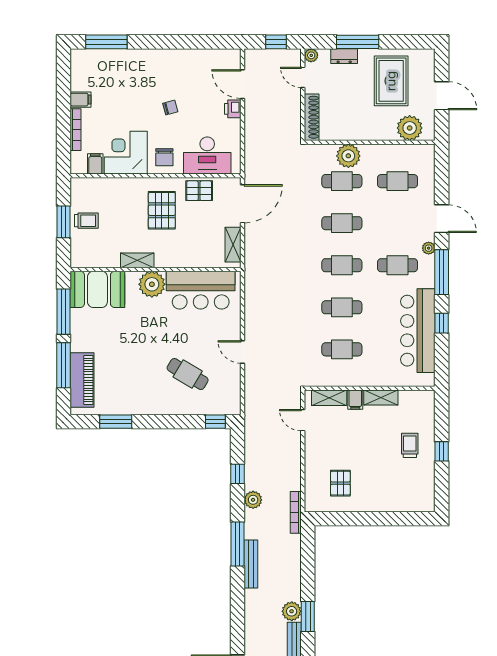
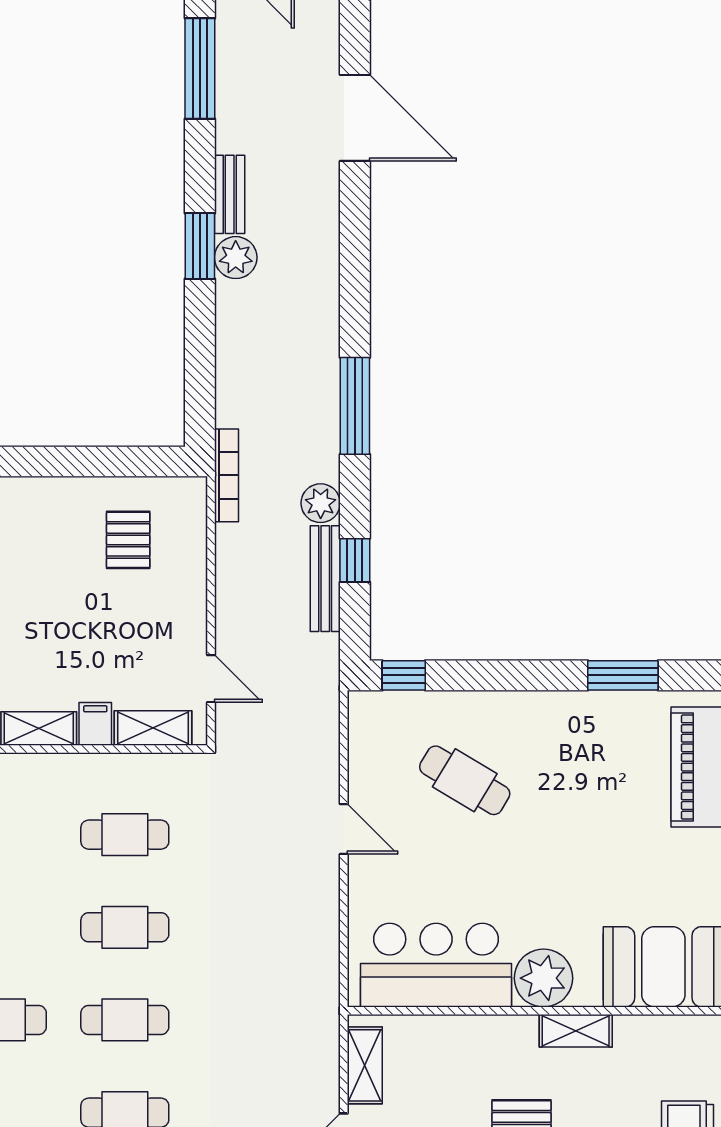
bench: (251, 564) -> (325, 579), moved

